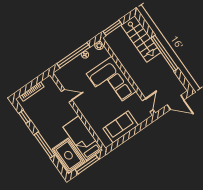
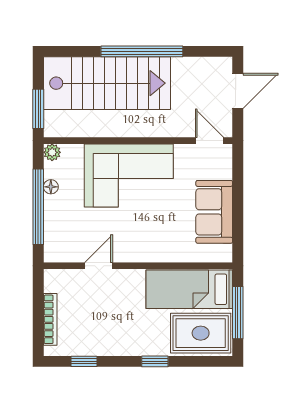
stairs: (141, 39) -> (107, 83), width x1.36, depth x1.51
window: (44, 145) -> (155, 361), width x0.46

